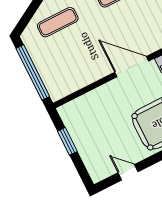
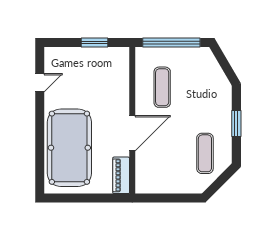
exercise mat: (58, 22) -> (162, 87), moved

